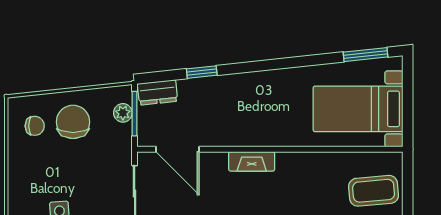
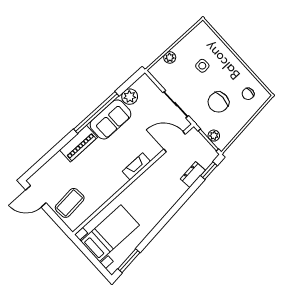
window: (202, 72) -> (209, 171), moved
dresser: (158, 92) -> (193, 174), moved
chair: (73, 122) -> (218, 102), moved, turned 90

